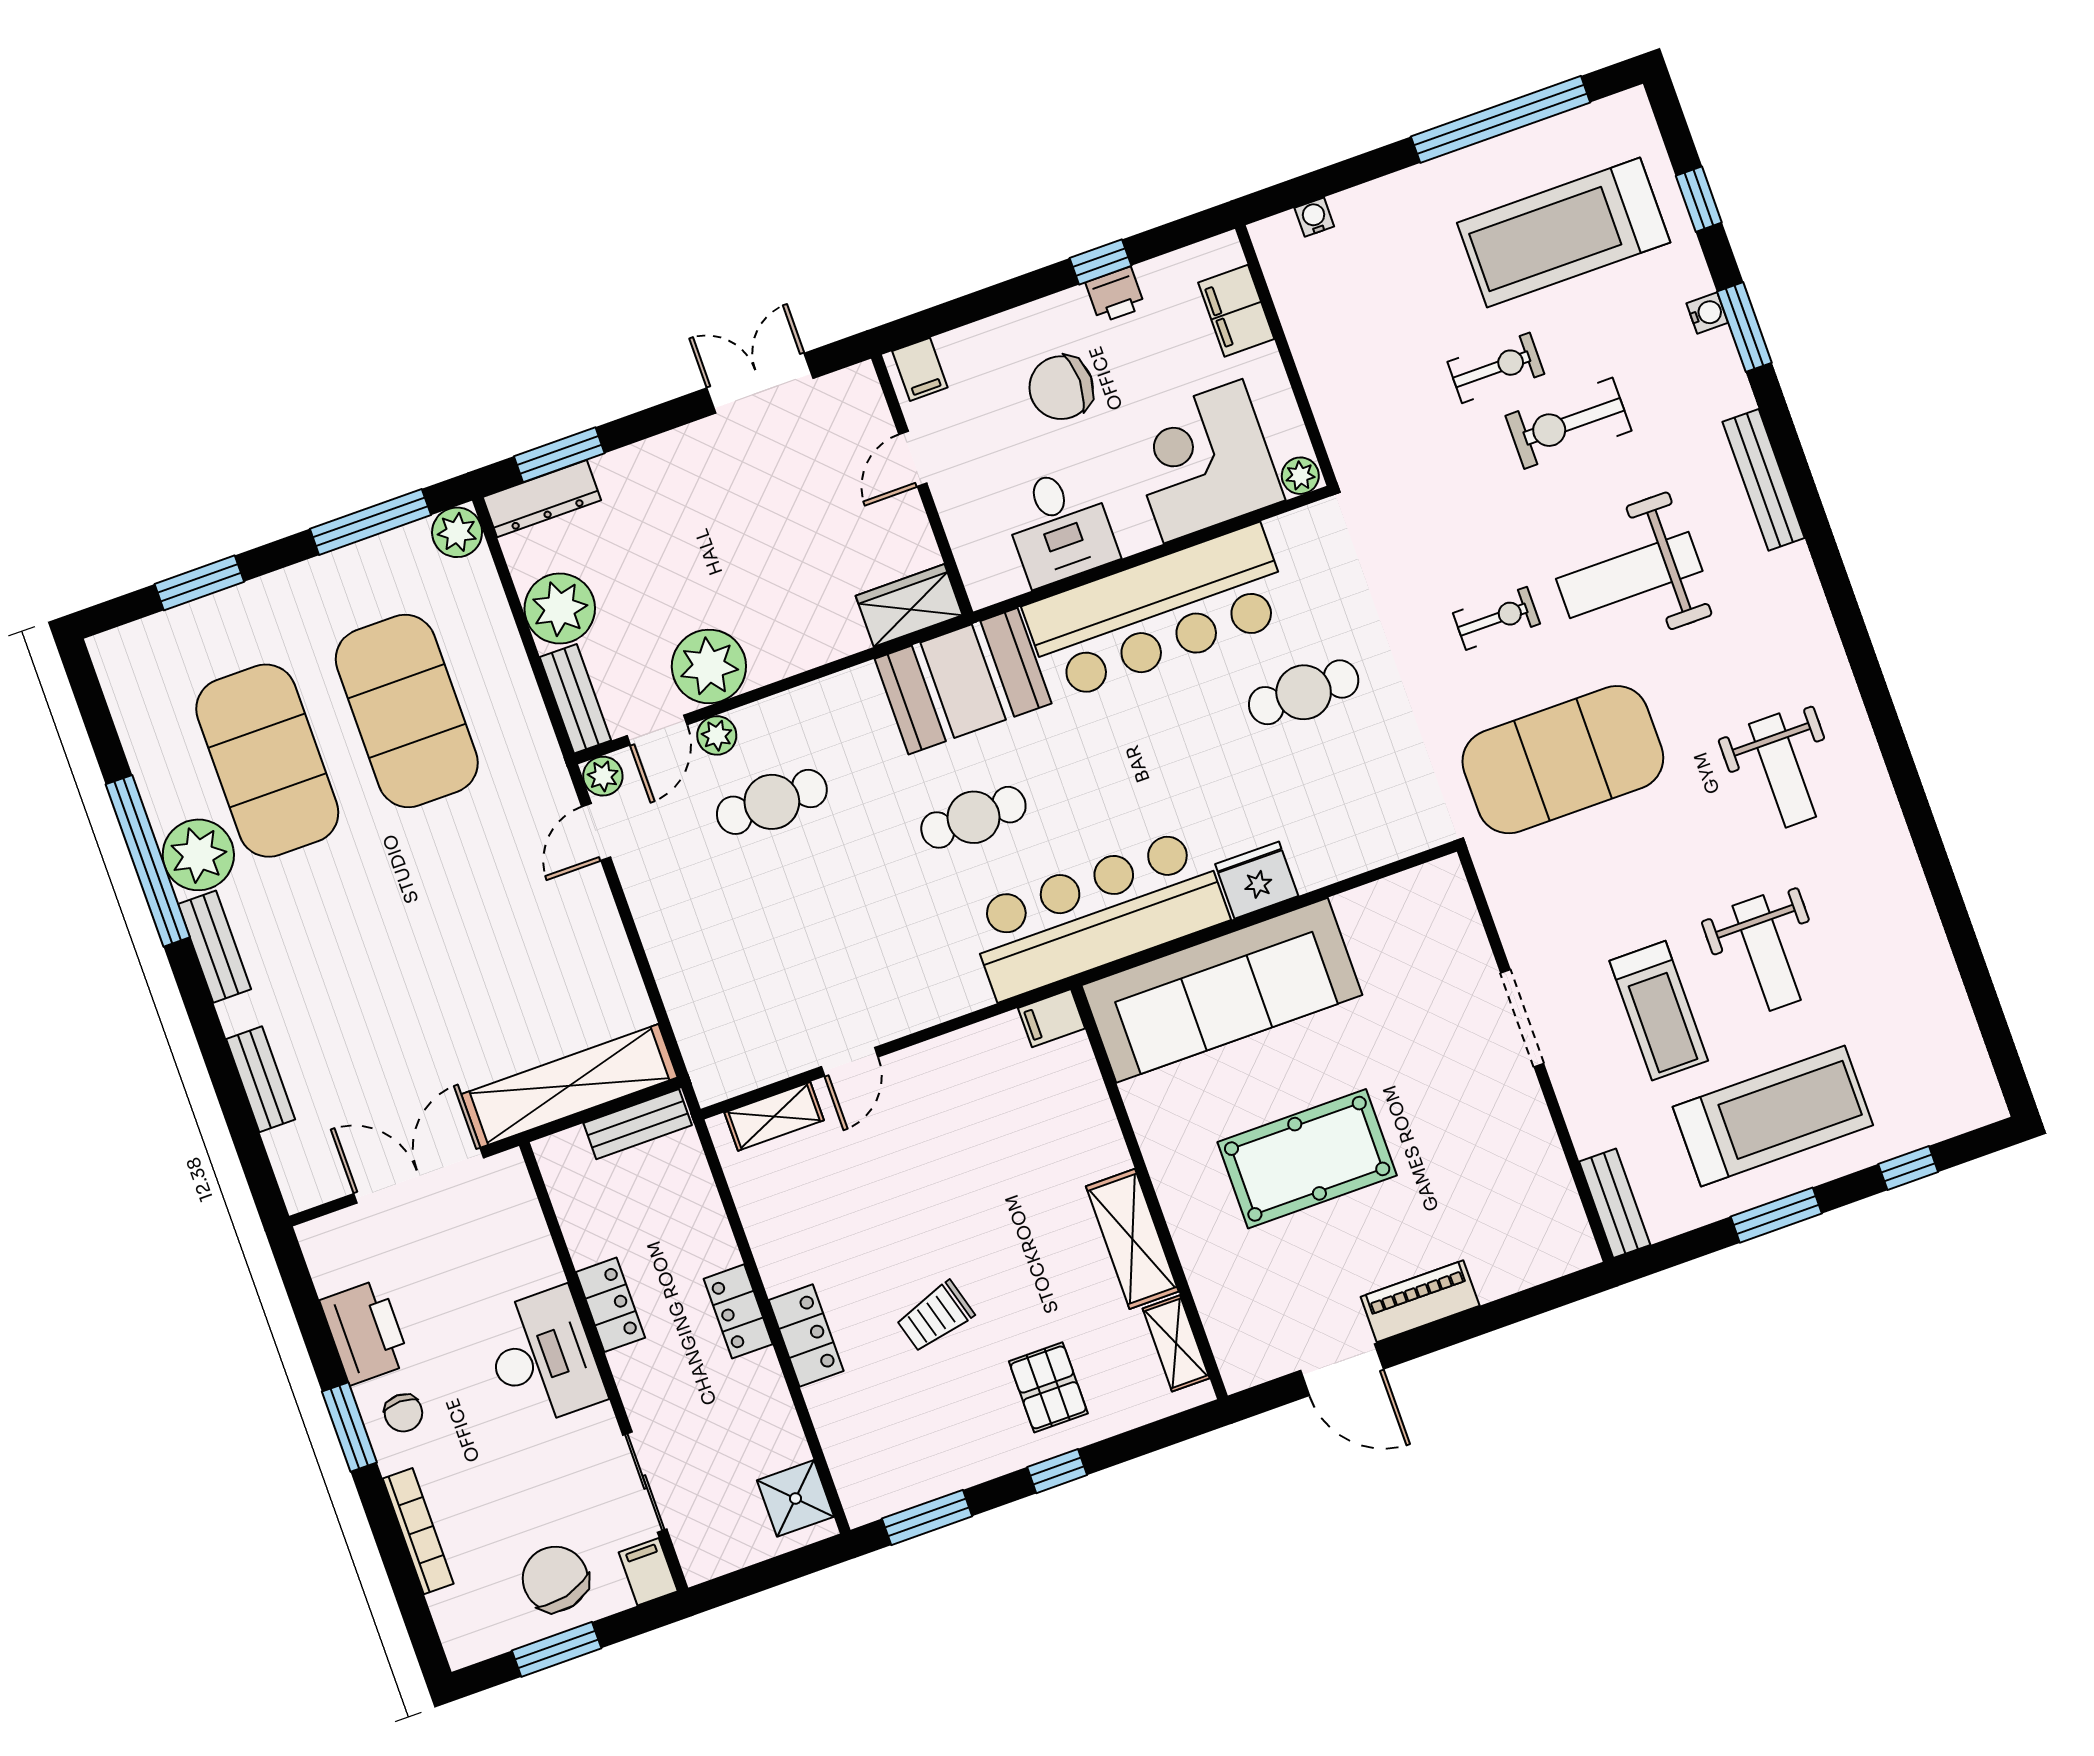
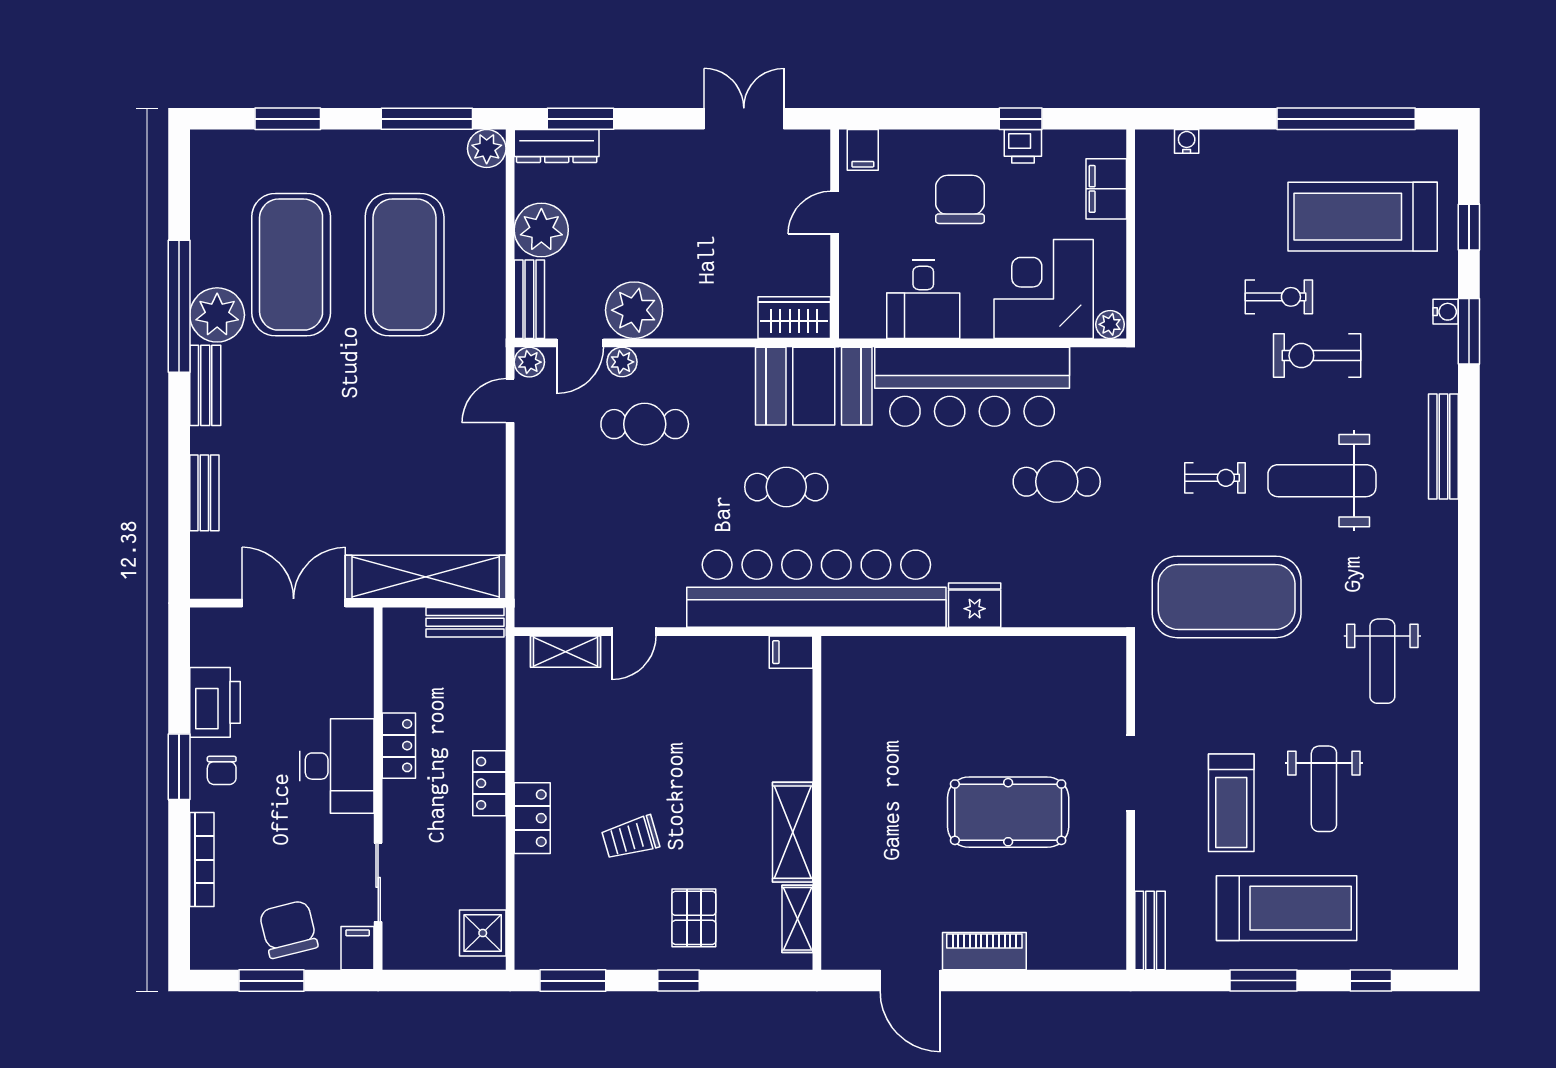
chair: (1061, 388) -> (960, 199), turned 90
bar counter: (1097, 914) -> (816, 589), width x1.36
sofa: (1222, 990) -> (921, 676), removed
pool table: (1307, 1159) -> (1008, 812), moved

